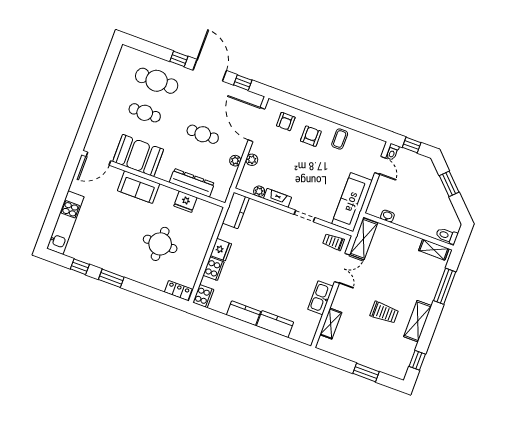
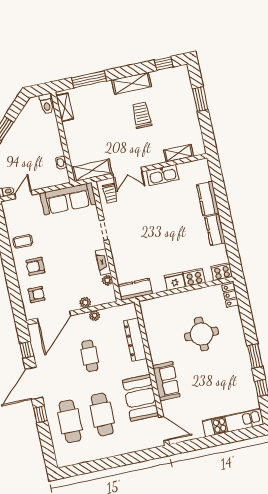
cafe table: (145, 113) -> (102, 414), width x1.37, depth x1.35
fridge: (185, 202) -> (154, 335), removed
double door: (342, 268) -> (127, 173), swing flipped

